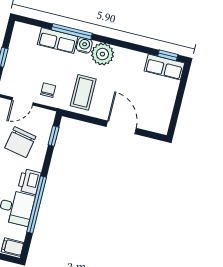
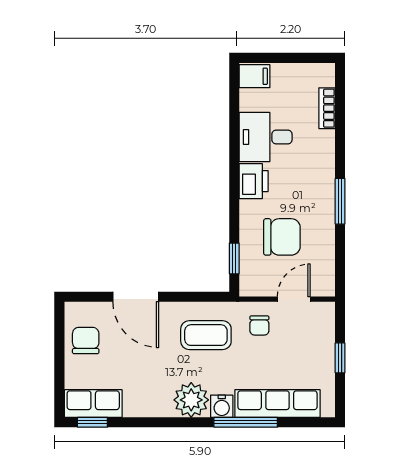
row of seats: (58, 41) -> (277, 404), width x1.48
coffee table: (83, 92) -> (206, 335), turned 90
chair: (159, 108) -> (86, 340), added
chair: (20, 142) -> (282, 237), turned 79
window: (37, 205) -> (234, 149), removed

